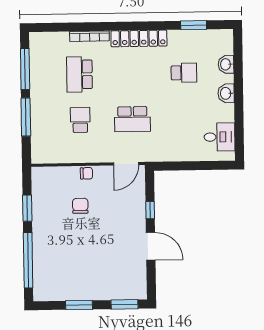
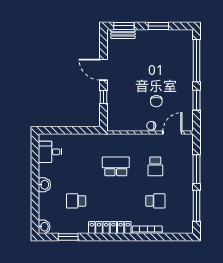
washbasin: (226, 64) -> (44, 227), moved
school desk: (79, 74) -> (155, 201), width x0.54
door: (126, 164) -> (172, 133), moved
bench: (126, 294) -> (123, 34), added

